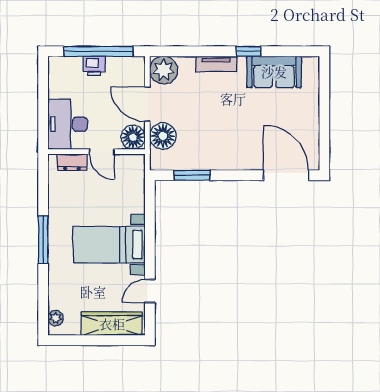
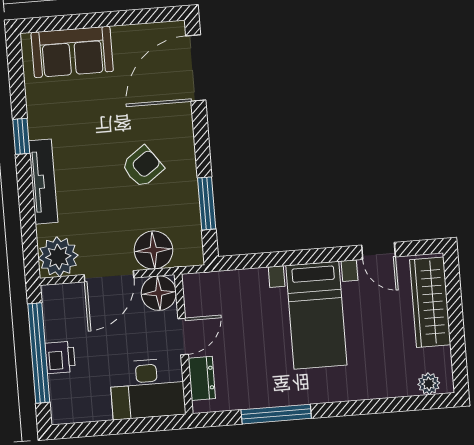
tv unit: (216, 64) -> (43, 182), width x1.41
sofa: (274, 72) -> (72, 52), moved, turned 90
armchair: (221, 133) -> (143, 167), added
window: (43, 240) -> (276, 414), moved

